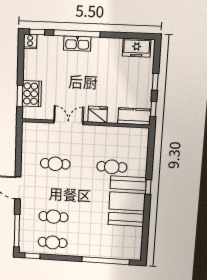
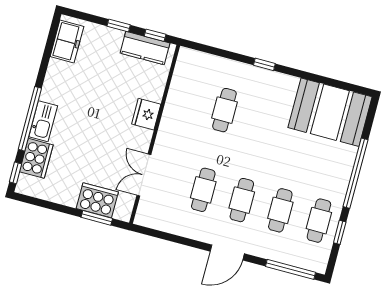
cooker: (30, 41) -> (36, 158), moved, width x1.87, depth x1.31
kitchen counter: (134, 116) -> (145, 48), moved, turned -90
double door: (68, 122) -> (144, 175), moved
cafe table: (54, 190) -> (242, 200), added
booth: (127, 201) -> (330, 112), moved
window: (32, 256) -> (340, 232), moved
window: (106, 261) -> (355, 173), moved

